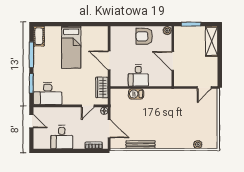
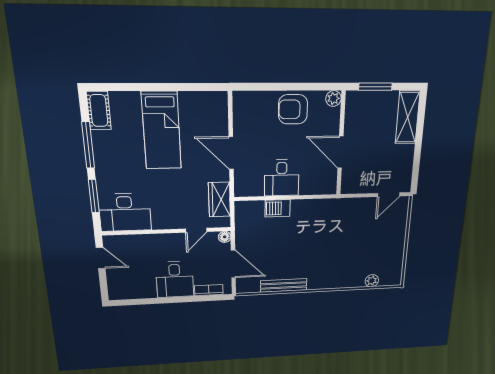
desk: (62, 137) -> (175, 279), moved

